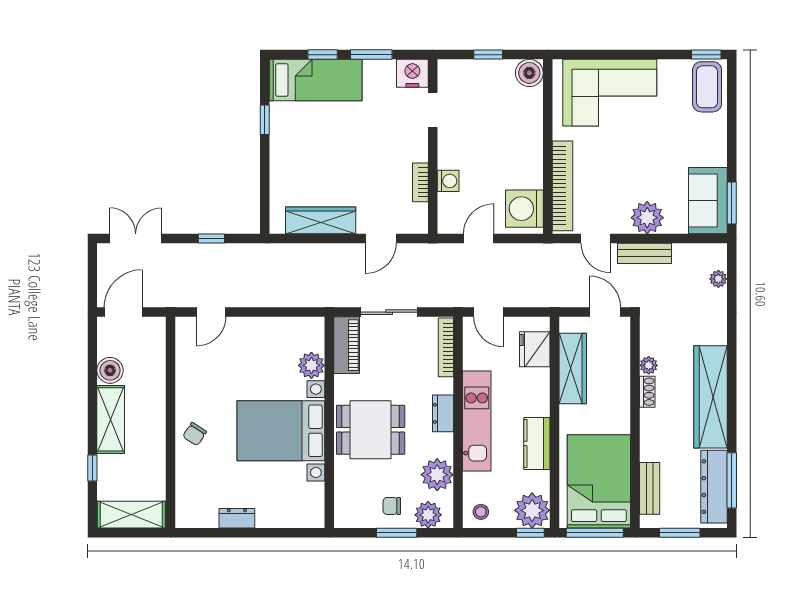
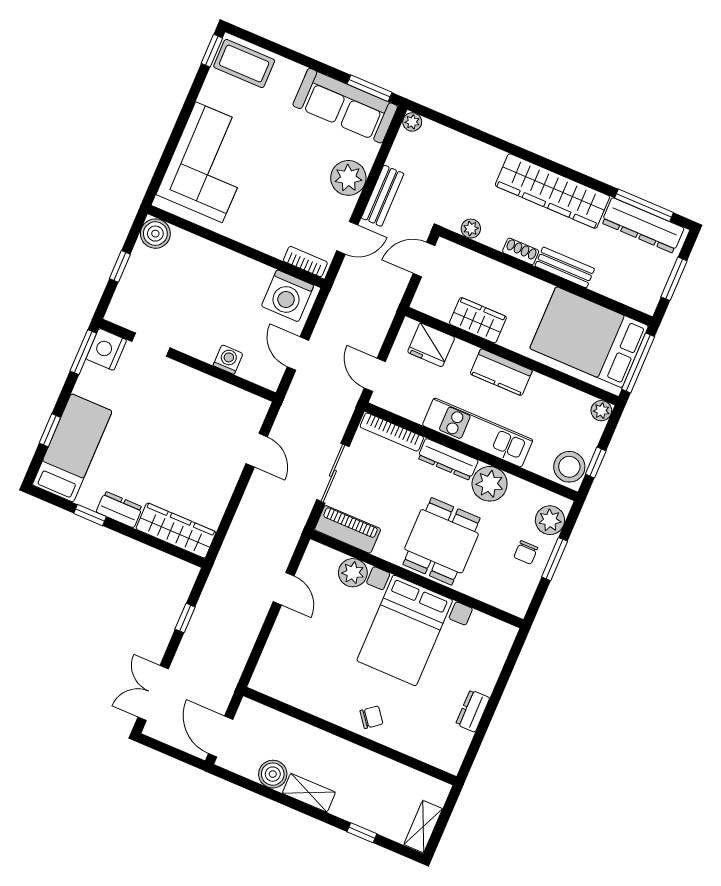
window: (371, 55) -> (83, 352), moved
dresser: (280, 143) -> (119, 510), added
bookcase: (420, 182) -> (218, 388), removed
bookcase: (562, 186) -> (305, 262), width x0.43, depth x0.76
sofa: (708, 201) -> (345, 106), width x1.36
wardrobe: (321, 220) -> (176, 530), moved, turned 90
plant: (718, 279) -> (412, 122), moved
door: (211, 312) -> (284, 589), moved
door: (489, 312) -> (375, 375), swing flipped
plant: (649, 365) -> (471, 229), moved
wardrobe: (573, 368) -> (478, 320), width x0.67
dresser: (443, 413) -> (448, 459), width x1.44
shelving: (111, 419) -> (309, 793), width x0.67, depth x0.75
chair: (195, 434) -> (371, 717), turned -71
kitchen counter: (537, 443) -> (501, 372), moved
plant: (437, 475) -> (490, 484), moved
bench: (650, 488) -> (565, 267), moved
plant: (532, 510) -> (601, 411), width x0.53, depth x0.53
stool: (481, 512) -> (569, 467), width x1.89, depth x1.89
shelving: (131, 515) -> (423, 827), width x0.67, depth x0.75
window: (530, 533) -> (596, 463), moved

